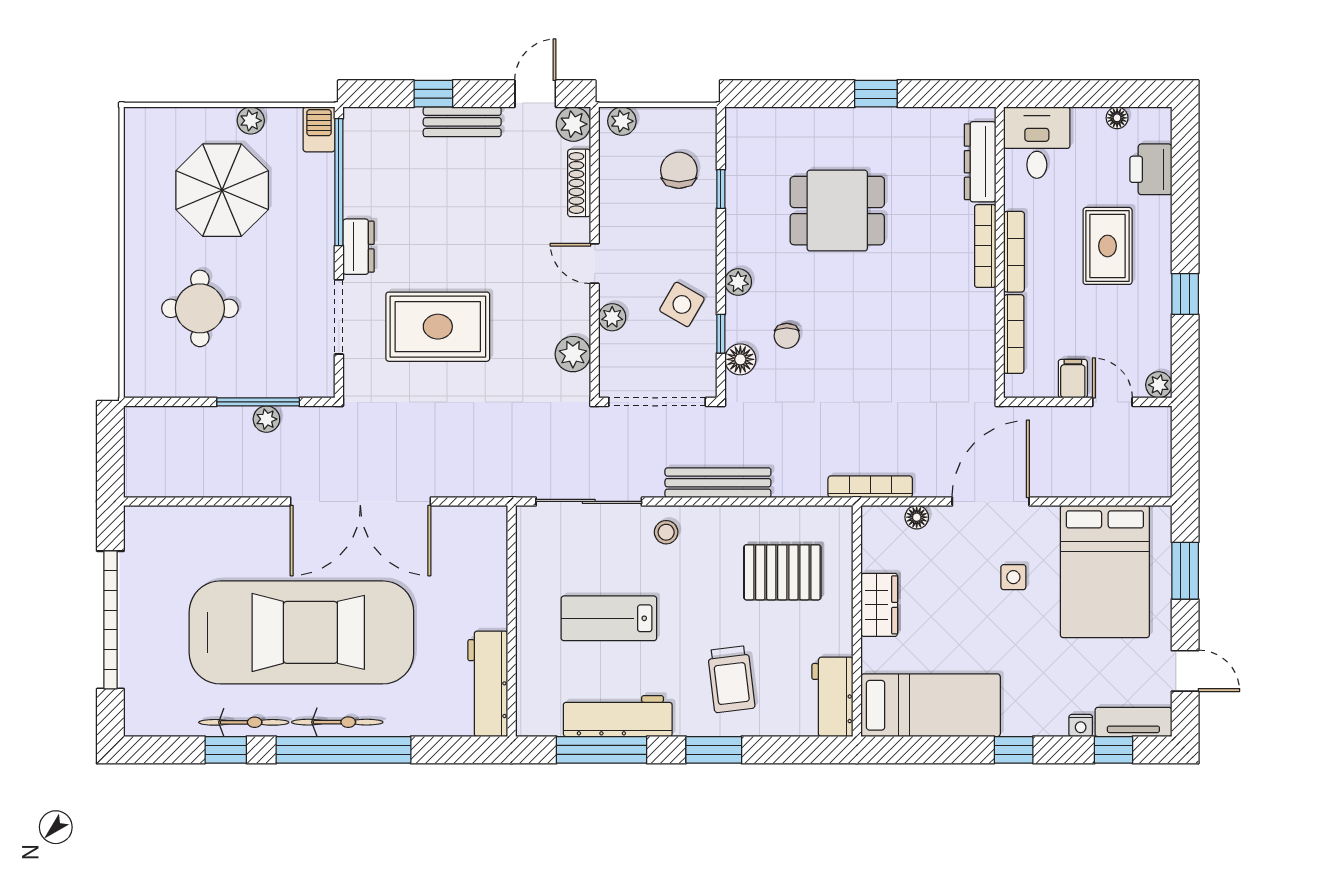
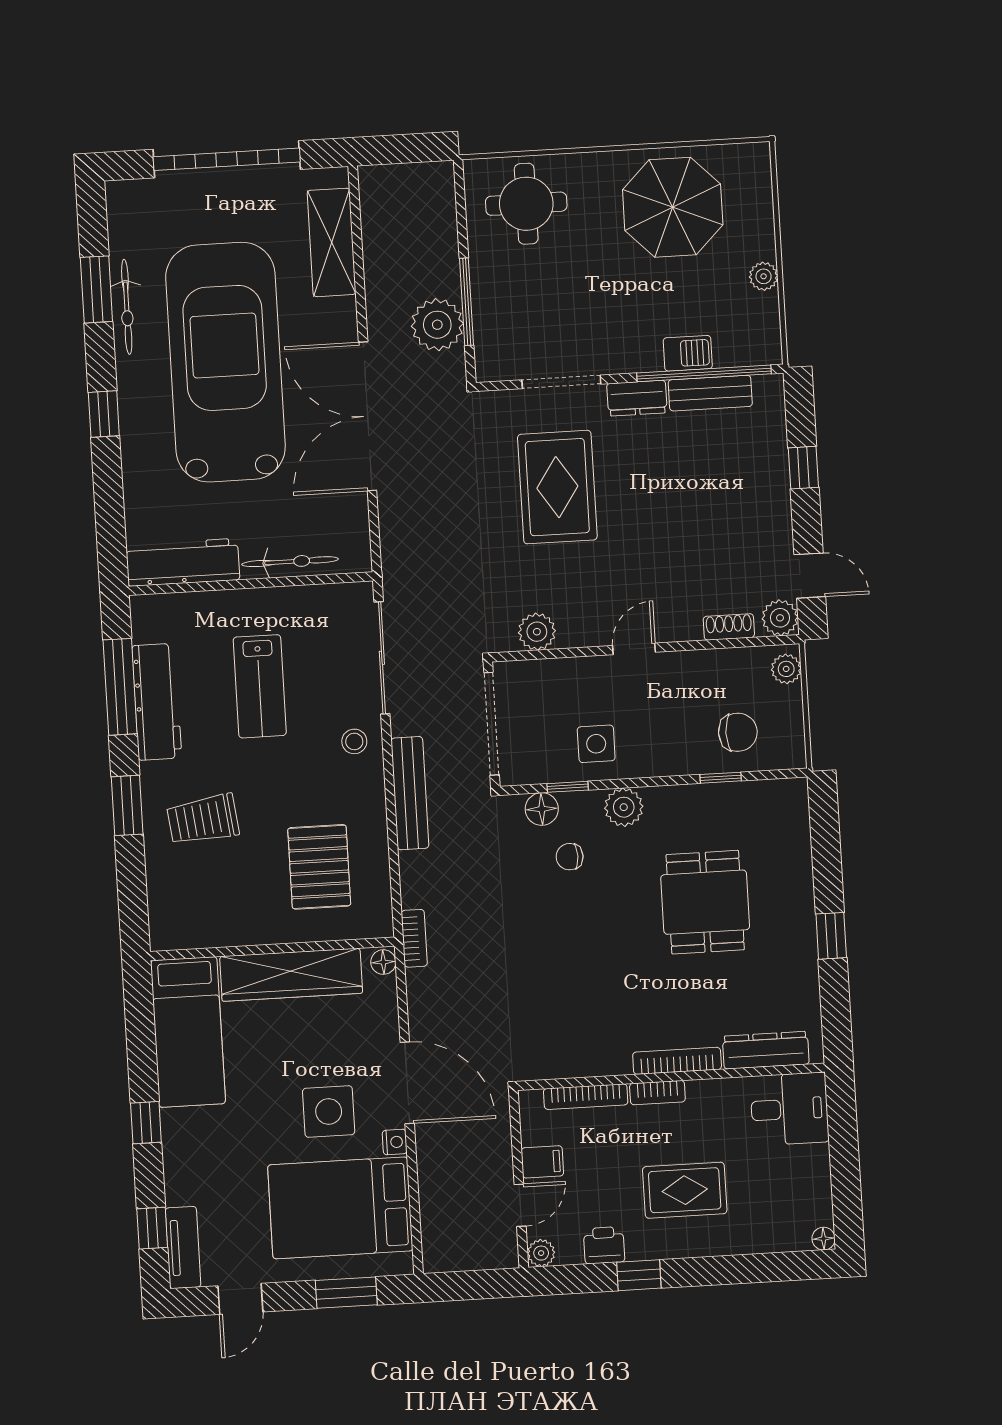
floor lamp: (1117, 118) -> (824, 1239), moved
bench: (462, 122) -> (710, 393), moved, turned 90
barbecue: (319, 129) -> (688, 353), moved
printer: (1151, 169) -> (604, 1245), moved, width x0.73, depth x0.81
shoe rack: (579, 183) -> (729, 627), width x0.70
parasol: (222, 190) -> (673, 207), moved
bookcase: (1014, 252) -> (657, 1093), width x0.64
plant: (738, 282) -> (624, 807), width x1.38, depth x1.38
side table: (682, 304) -> (596, 744), turned -30
round table: (200, 308) -> (526, 204), moved
plant: (612, 317) -> (578, 671), removed
plant: (266, 419) -> (437, 325), width x1.88, depth x1.88
bookcase: (870, 487) -> (414, 938), width x0.64
floor lamp: (917, 517) -> (383, 962), moved
shelving: (195, 526) -> (332, 242), added
side table: (1013, 577) -> (329, 1111), width x1.87, depth x1.87
wardrobe: (879, 605) -> (291, 975), width x2.10, depth x1.17
lab bench: (609, 618) -> (260, 686), turned 180
car: (301, 632) -> (225, 362), turned 180
workbench: (832, 697) -> (191, 928), removed
bicycle: (337, 722) -> (290, 562), moved, turned -90
nightstand: (1081, 725) -> (395, 1142), moved, turned 180
window: (226, 750) -> (96, 289), width x1.50
window: (344, 750) -> (104, 414), width x0.32

